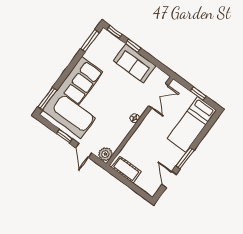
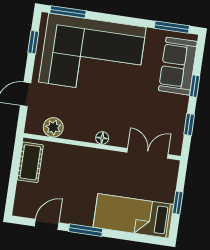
window: (114, 32) -> (189, 125), moved
sofa: (135, 63) -> (178, 66), moved
double door: (159, 96) -> (148, 153), swing flipped
window: (64, 136) -> (33, 42), moved
plant: (105, 154) -> (53, 127), moved

